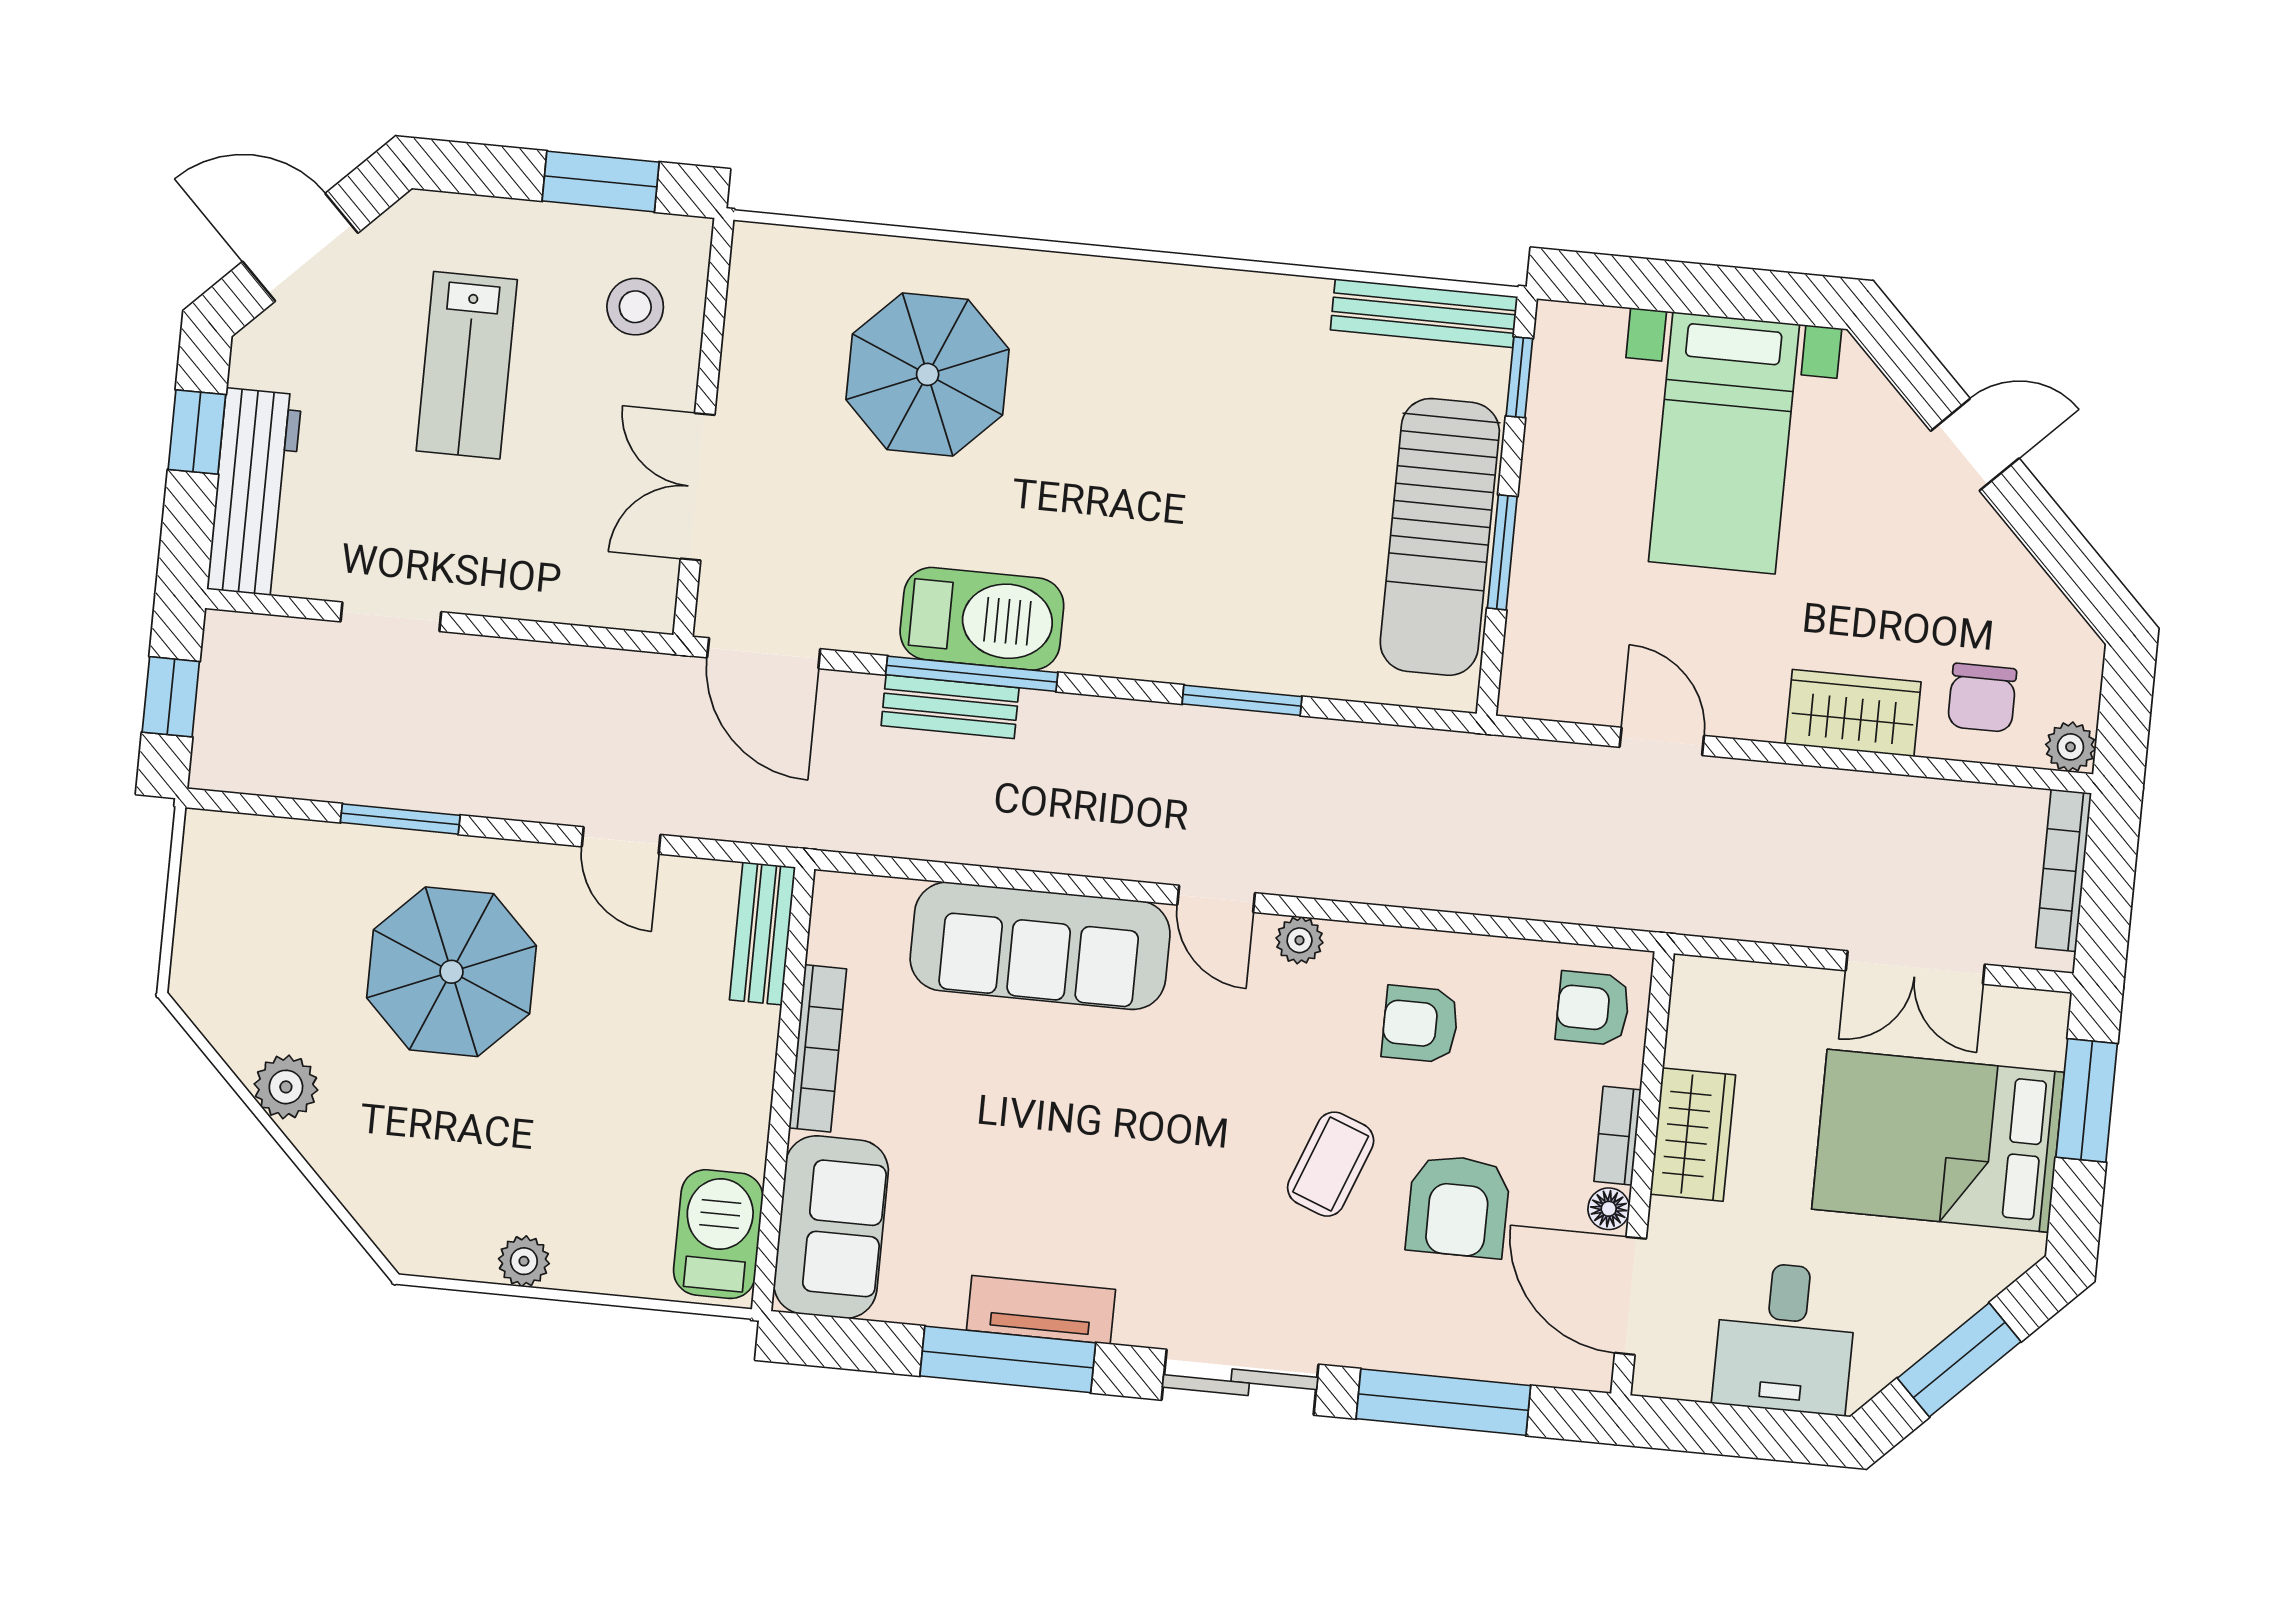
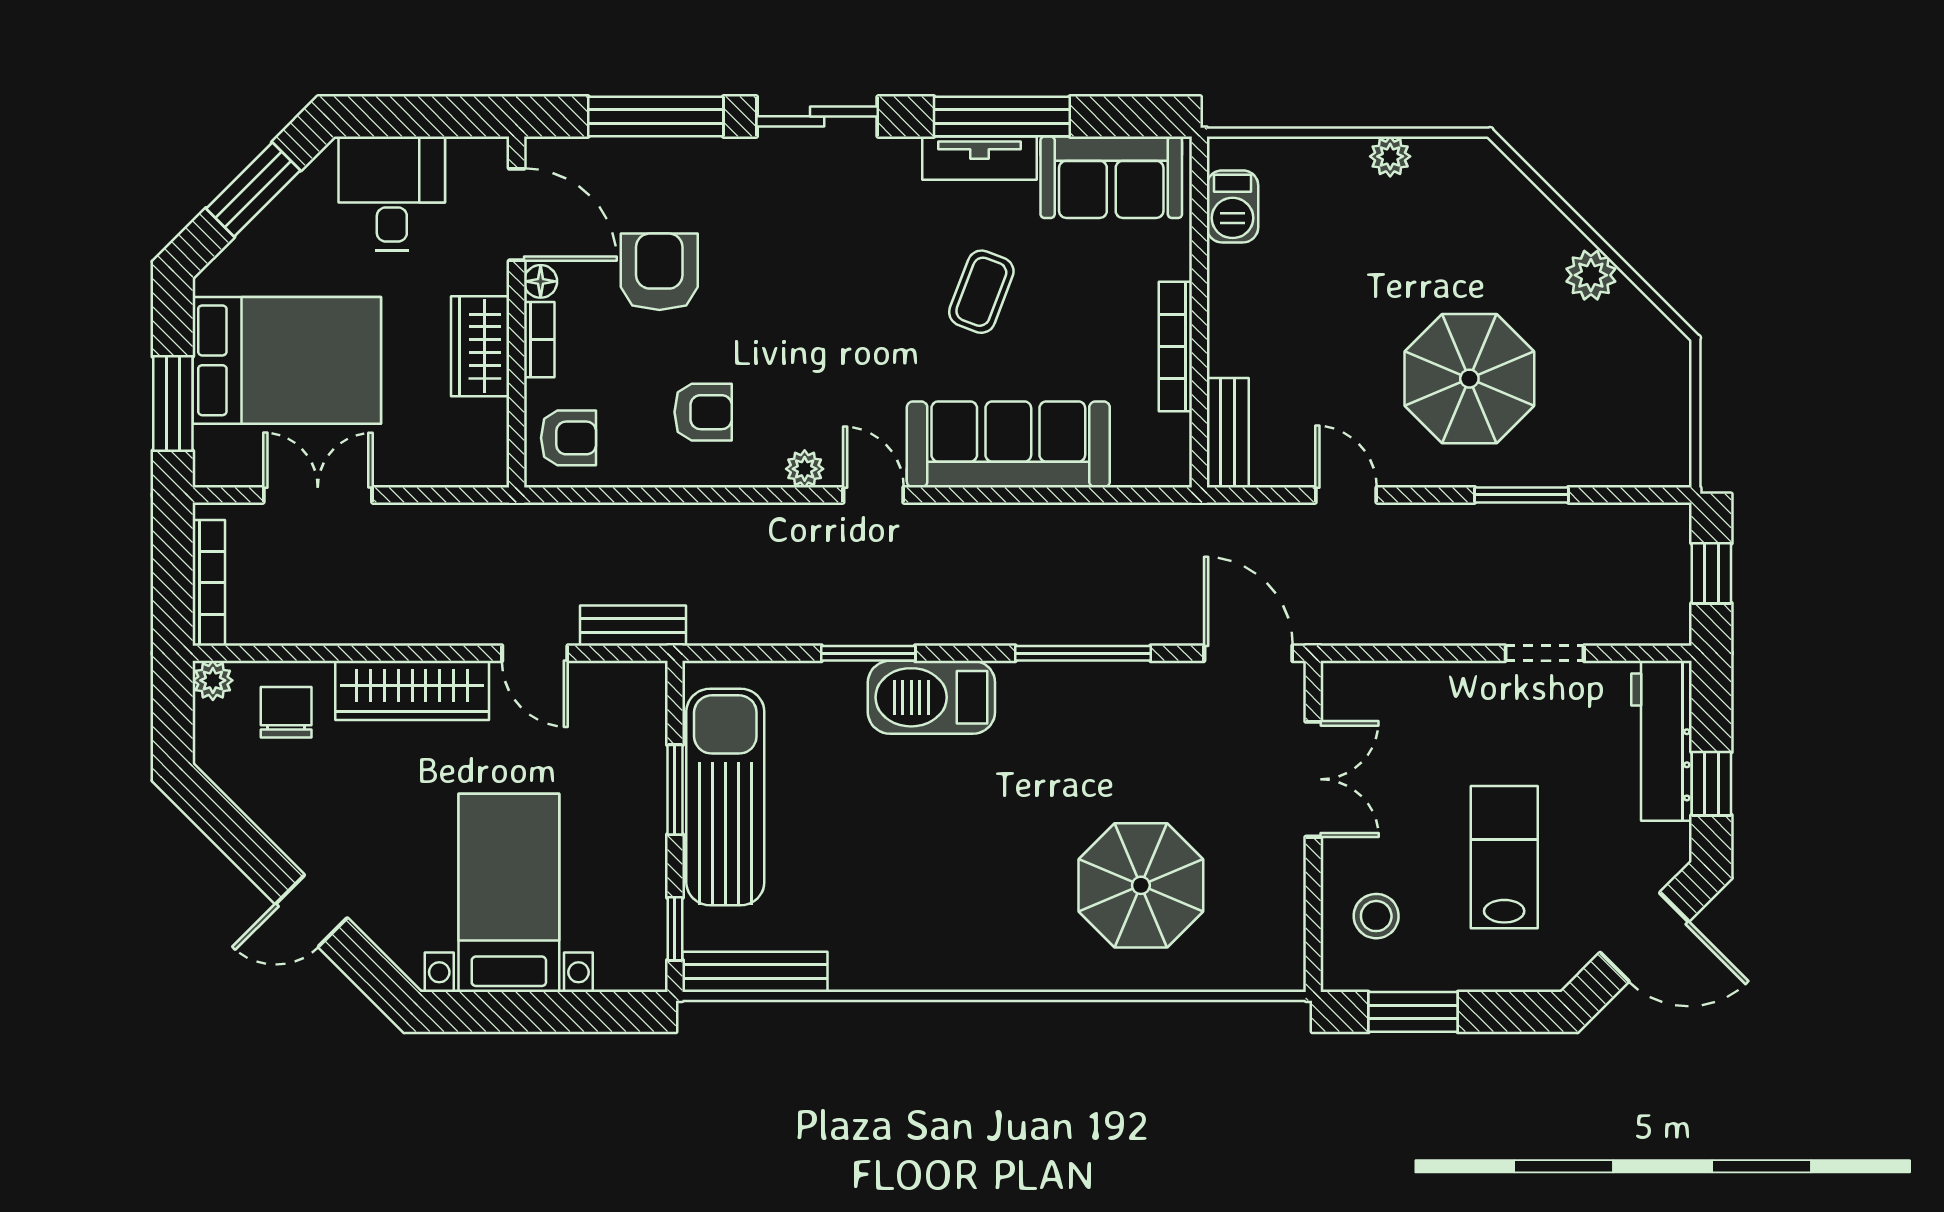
barbecue: (982, 619) -> (931, 697), moved
bench: (950, 707) -> (633, 626), moved
wardrobe: (1853, 713) -> (412, 690), width x1.50
coffee table: (1331, 1164) -> (981, 292), moved
sofa: (831, 1227) -> (1111, 177), moved, turned -90
barbecue: (718, 1234) -> (1232, 206), width x0.73, depth x0.79

